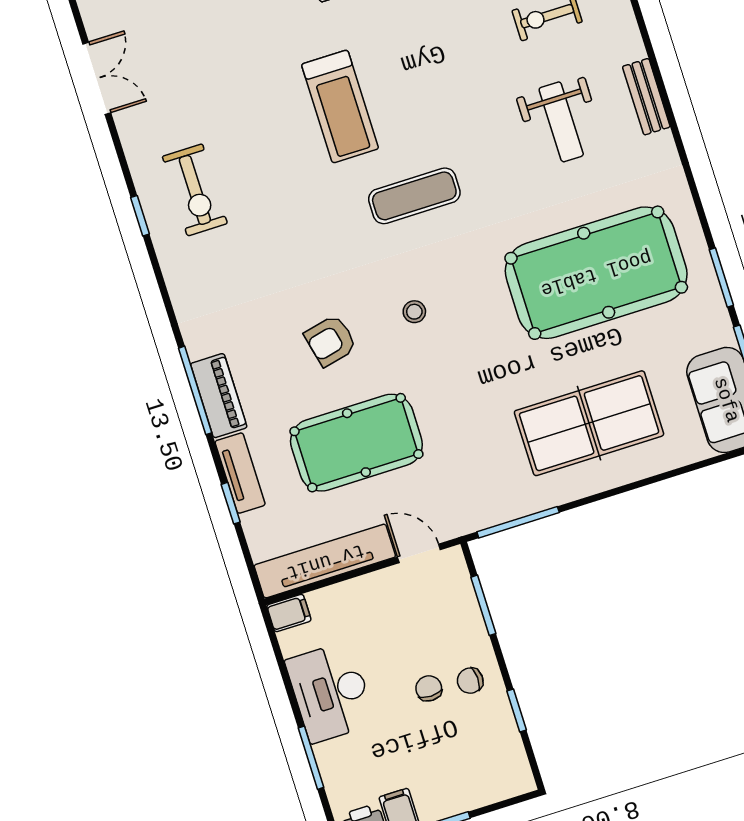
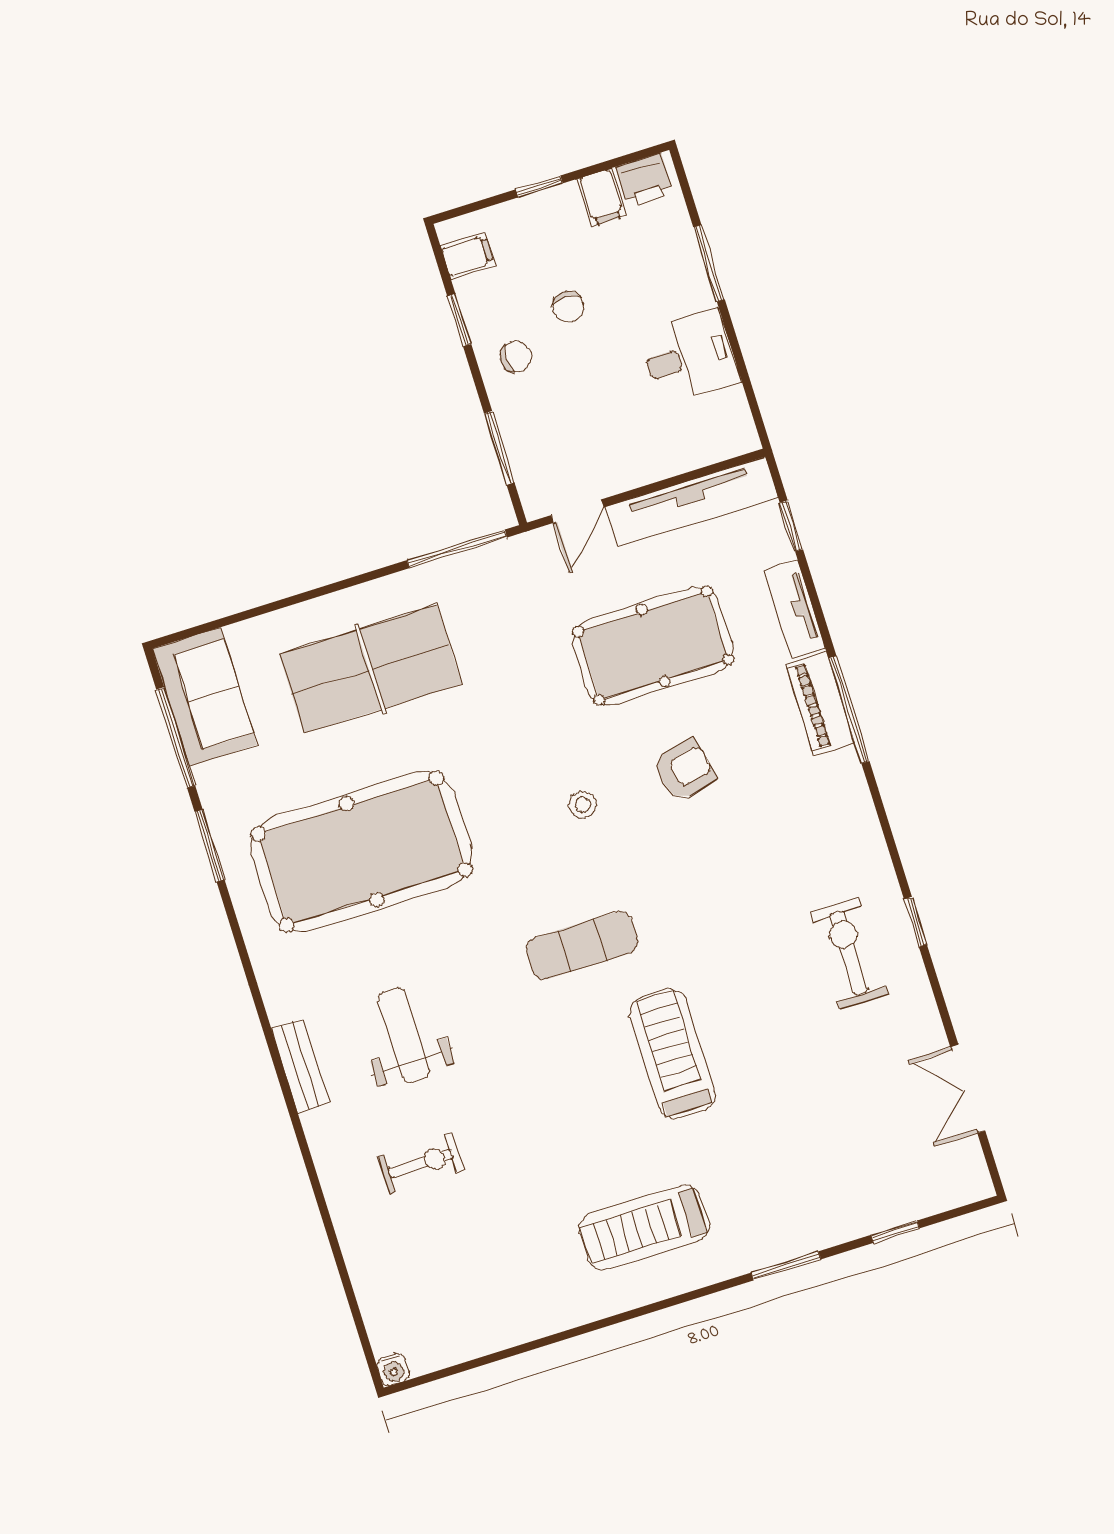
window: (231, 503) -> (791, 526), moved
door: (419, 553) -> (577, 511), hinge flipped
filing cabinet: (289, 613) -> (468, 256), moved, turned 180
chair: (429, 688) -> (568, 307), moved
desk: (330, 692) -> (690, 357), width x0.73

